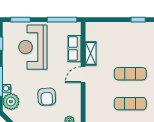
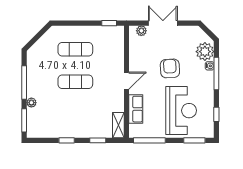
window: (110, 20) -> (98, 140), added
shelving: (91, 53) -> (118, 125), moved
armchair: (47, 97) -> (170, 68), moved

